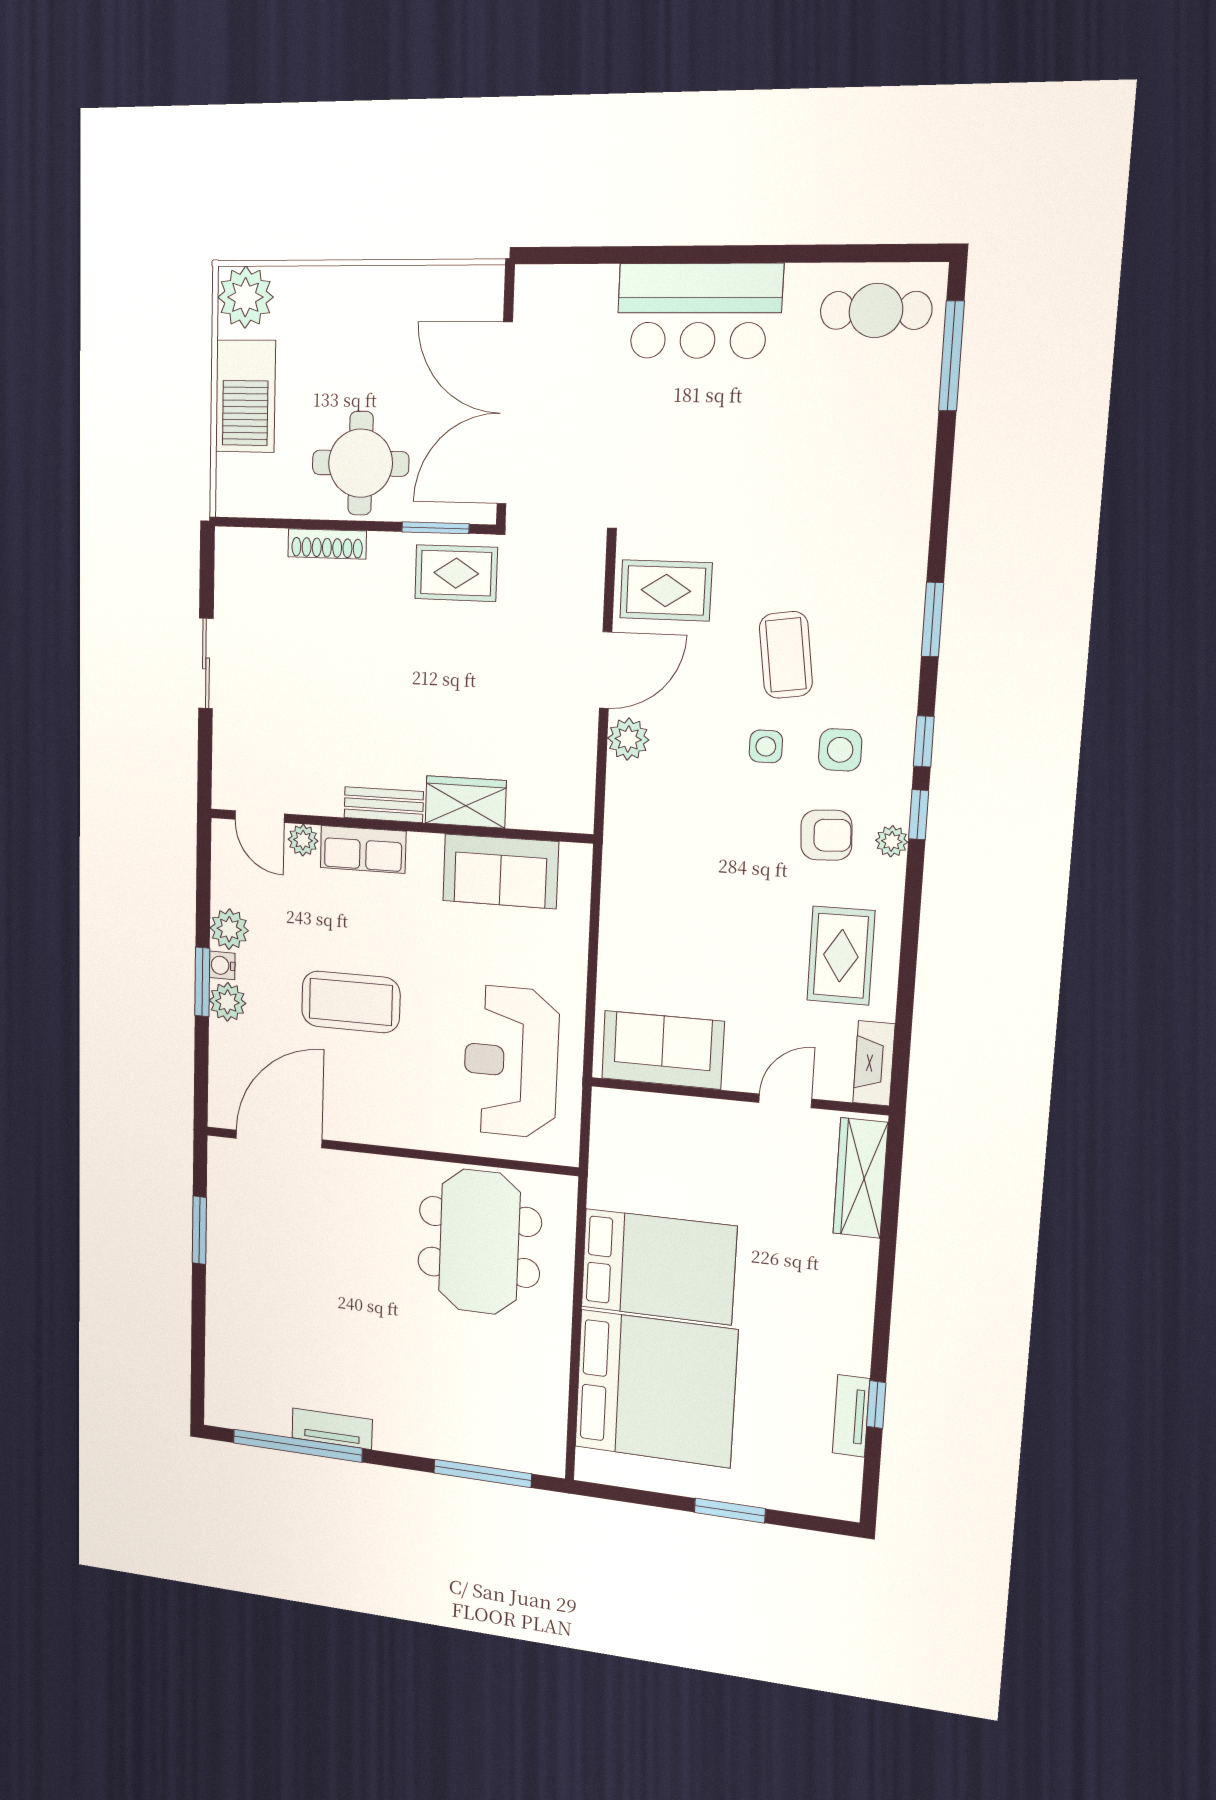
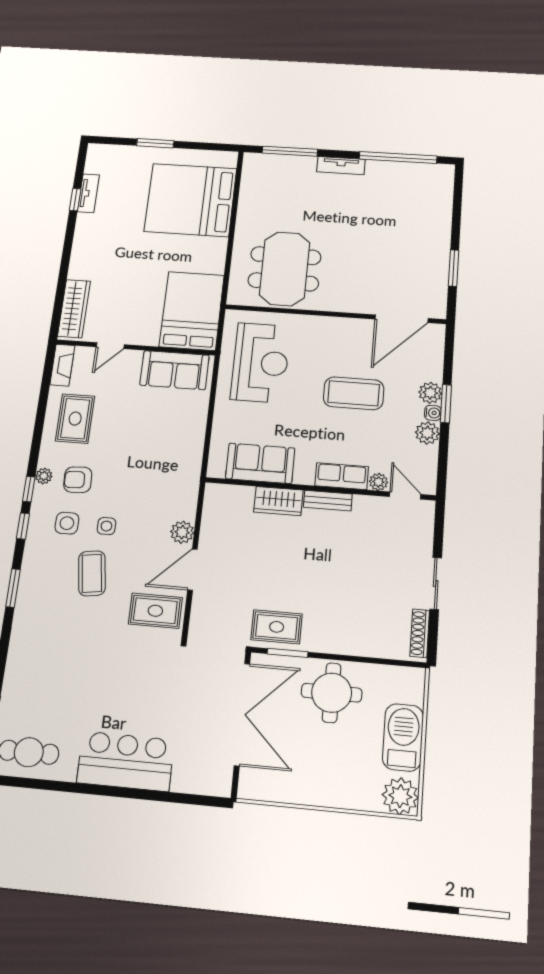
shoe rack: (327, 544) -> (420, 633), moved, turned -90
bed: (658, 1267) -> (192, 311), moved, turned 90
tv unit: (332, 1429) -> (341, 166), moved

